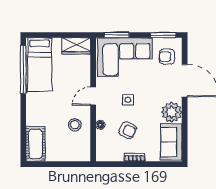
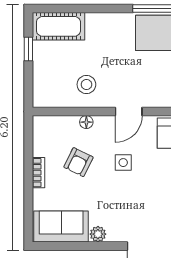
door: (93, 96) -> (129, 112), swing flipped
plant: (172, 112) -> (98, 234), width x0.53, depth x0.53
window: (51, 164) -> (28, 49), added

